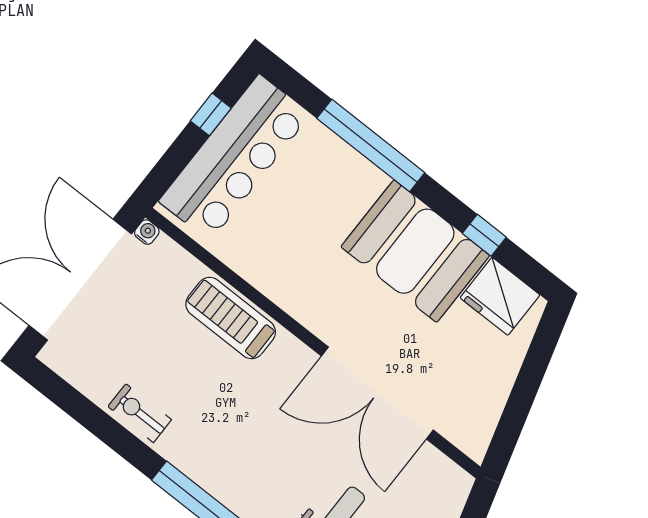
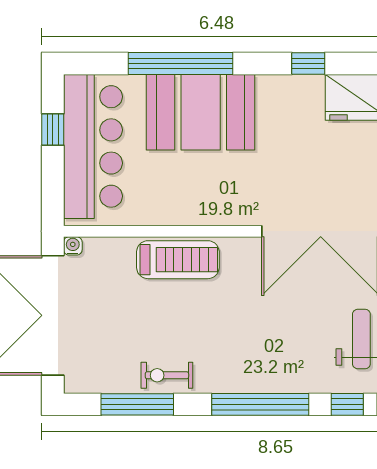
booth: (415, 251) -> (201, 112), moved
treadmill: (231, 318) -> (178, 260), turned 180
window: (93, 418) -> (137, 404), added

